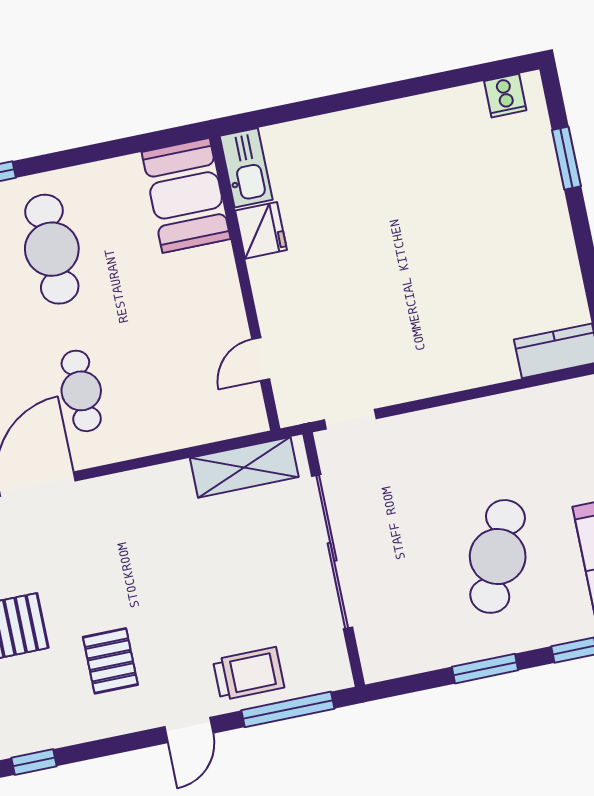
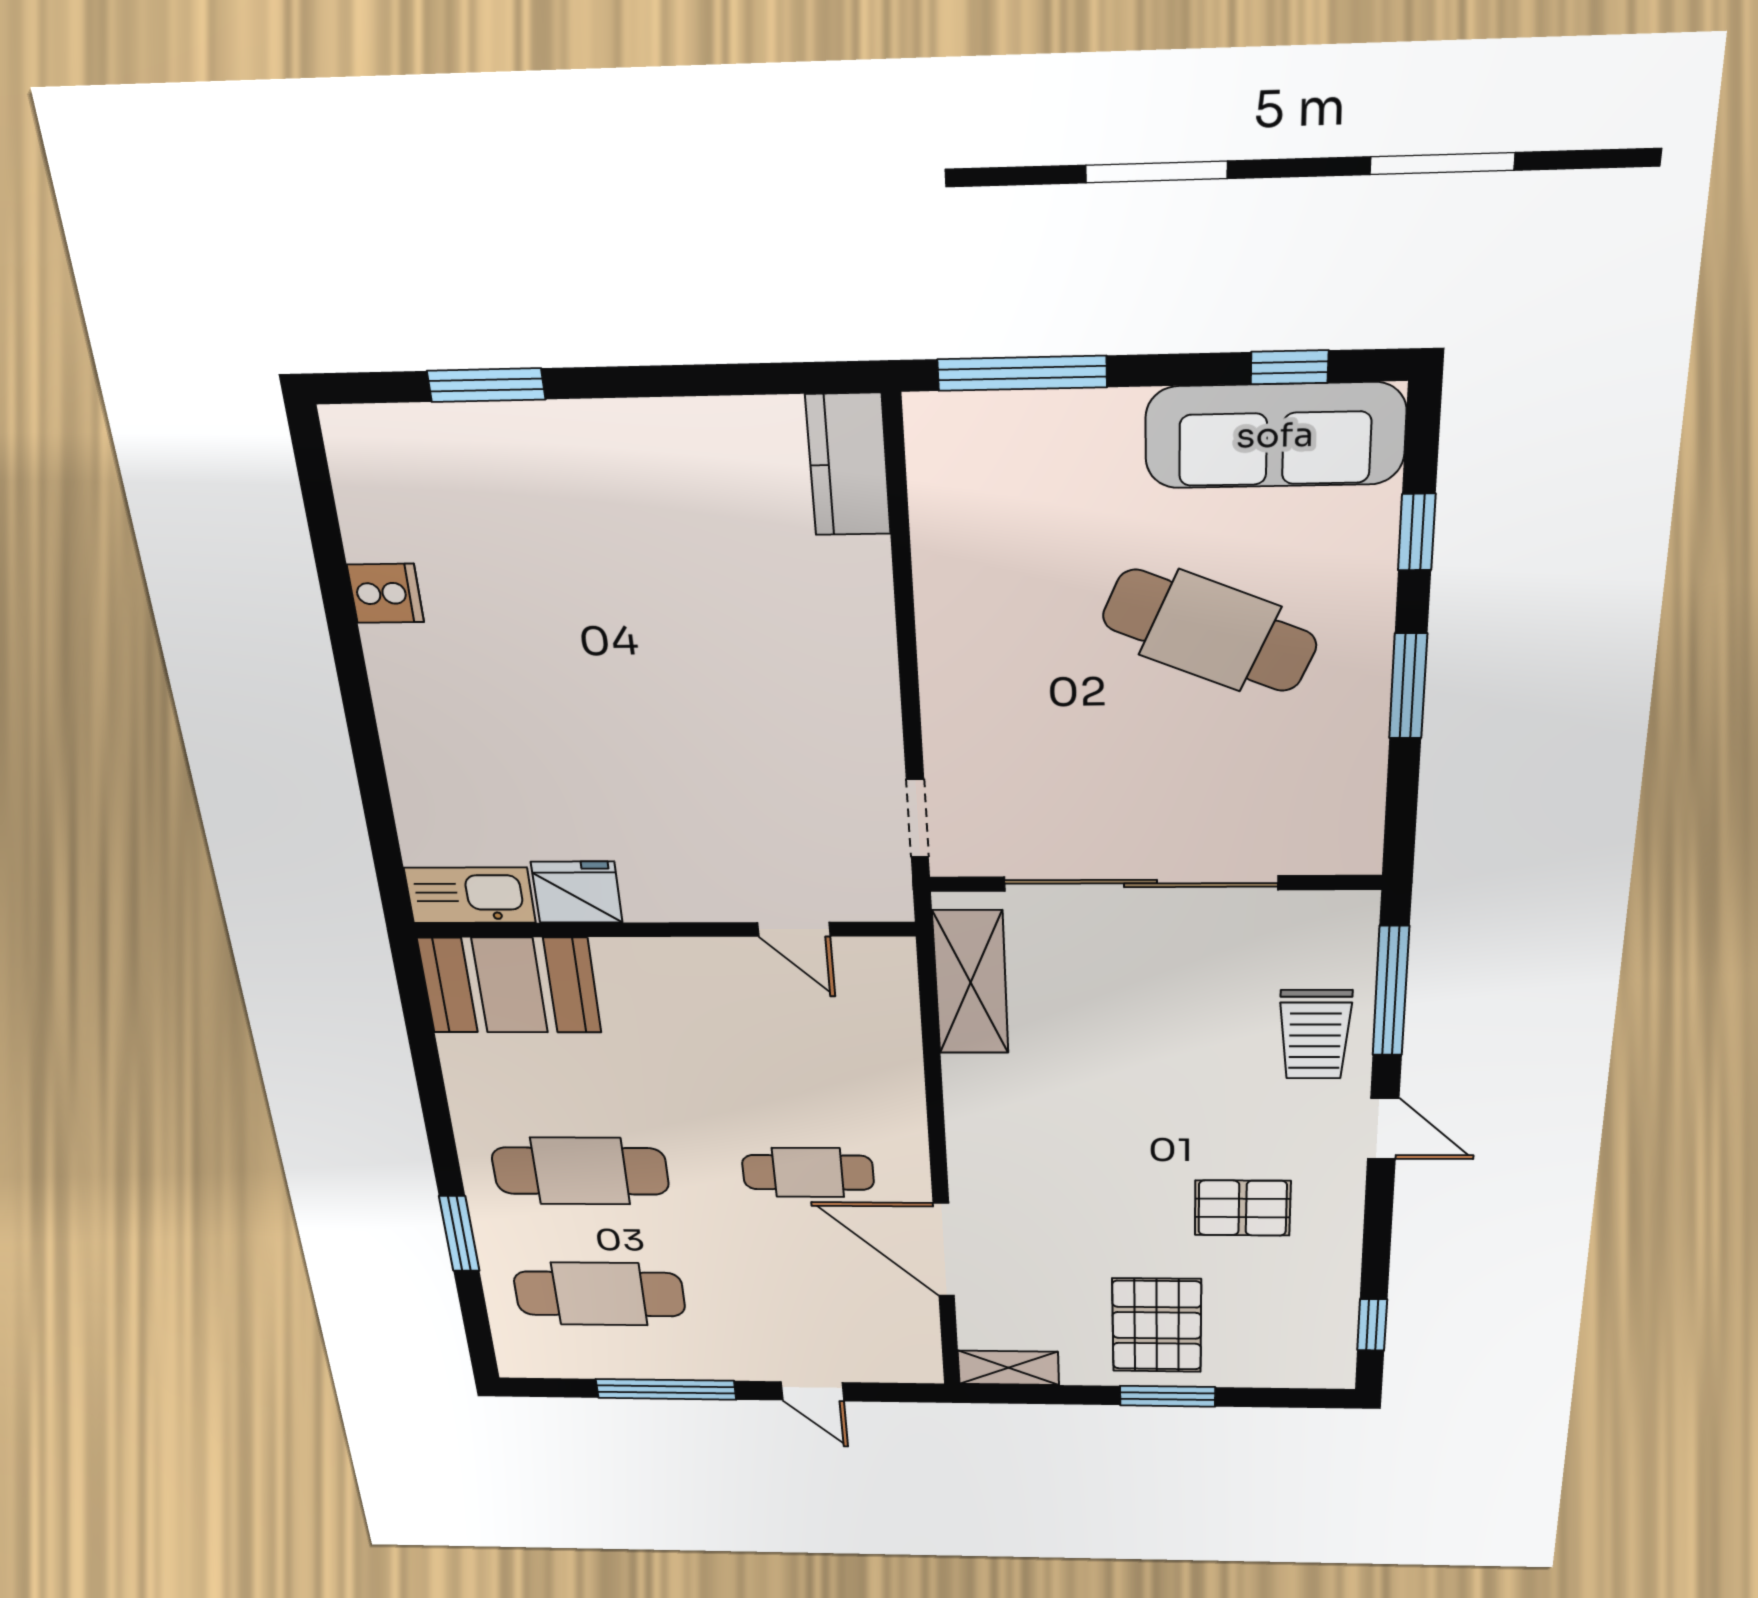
cooker: (505, 96) -> (385, 593), moved
trolley: (249, 674) -> (1315, 1035), turned 180

